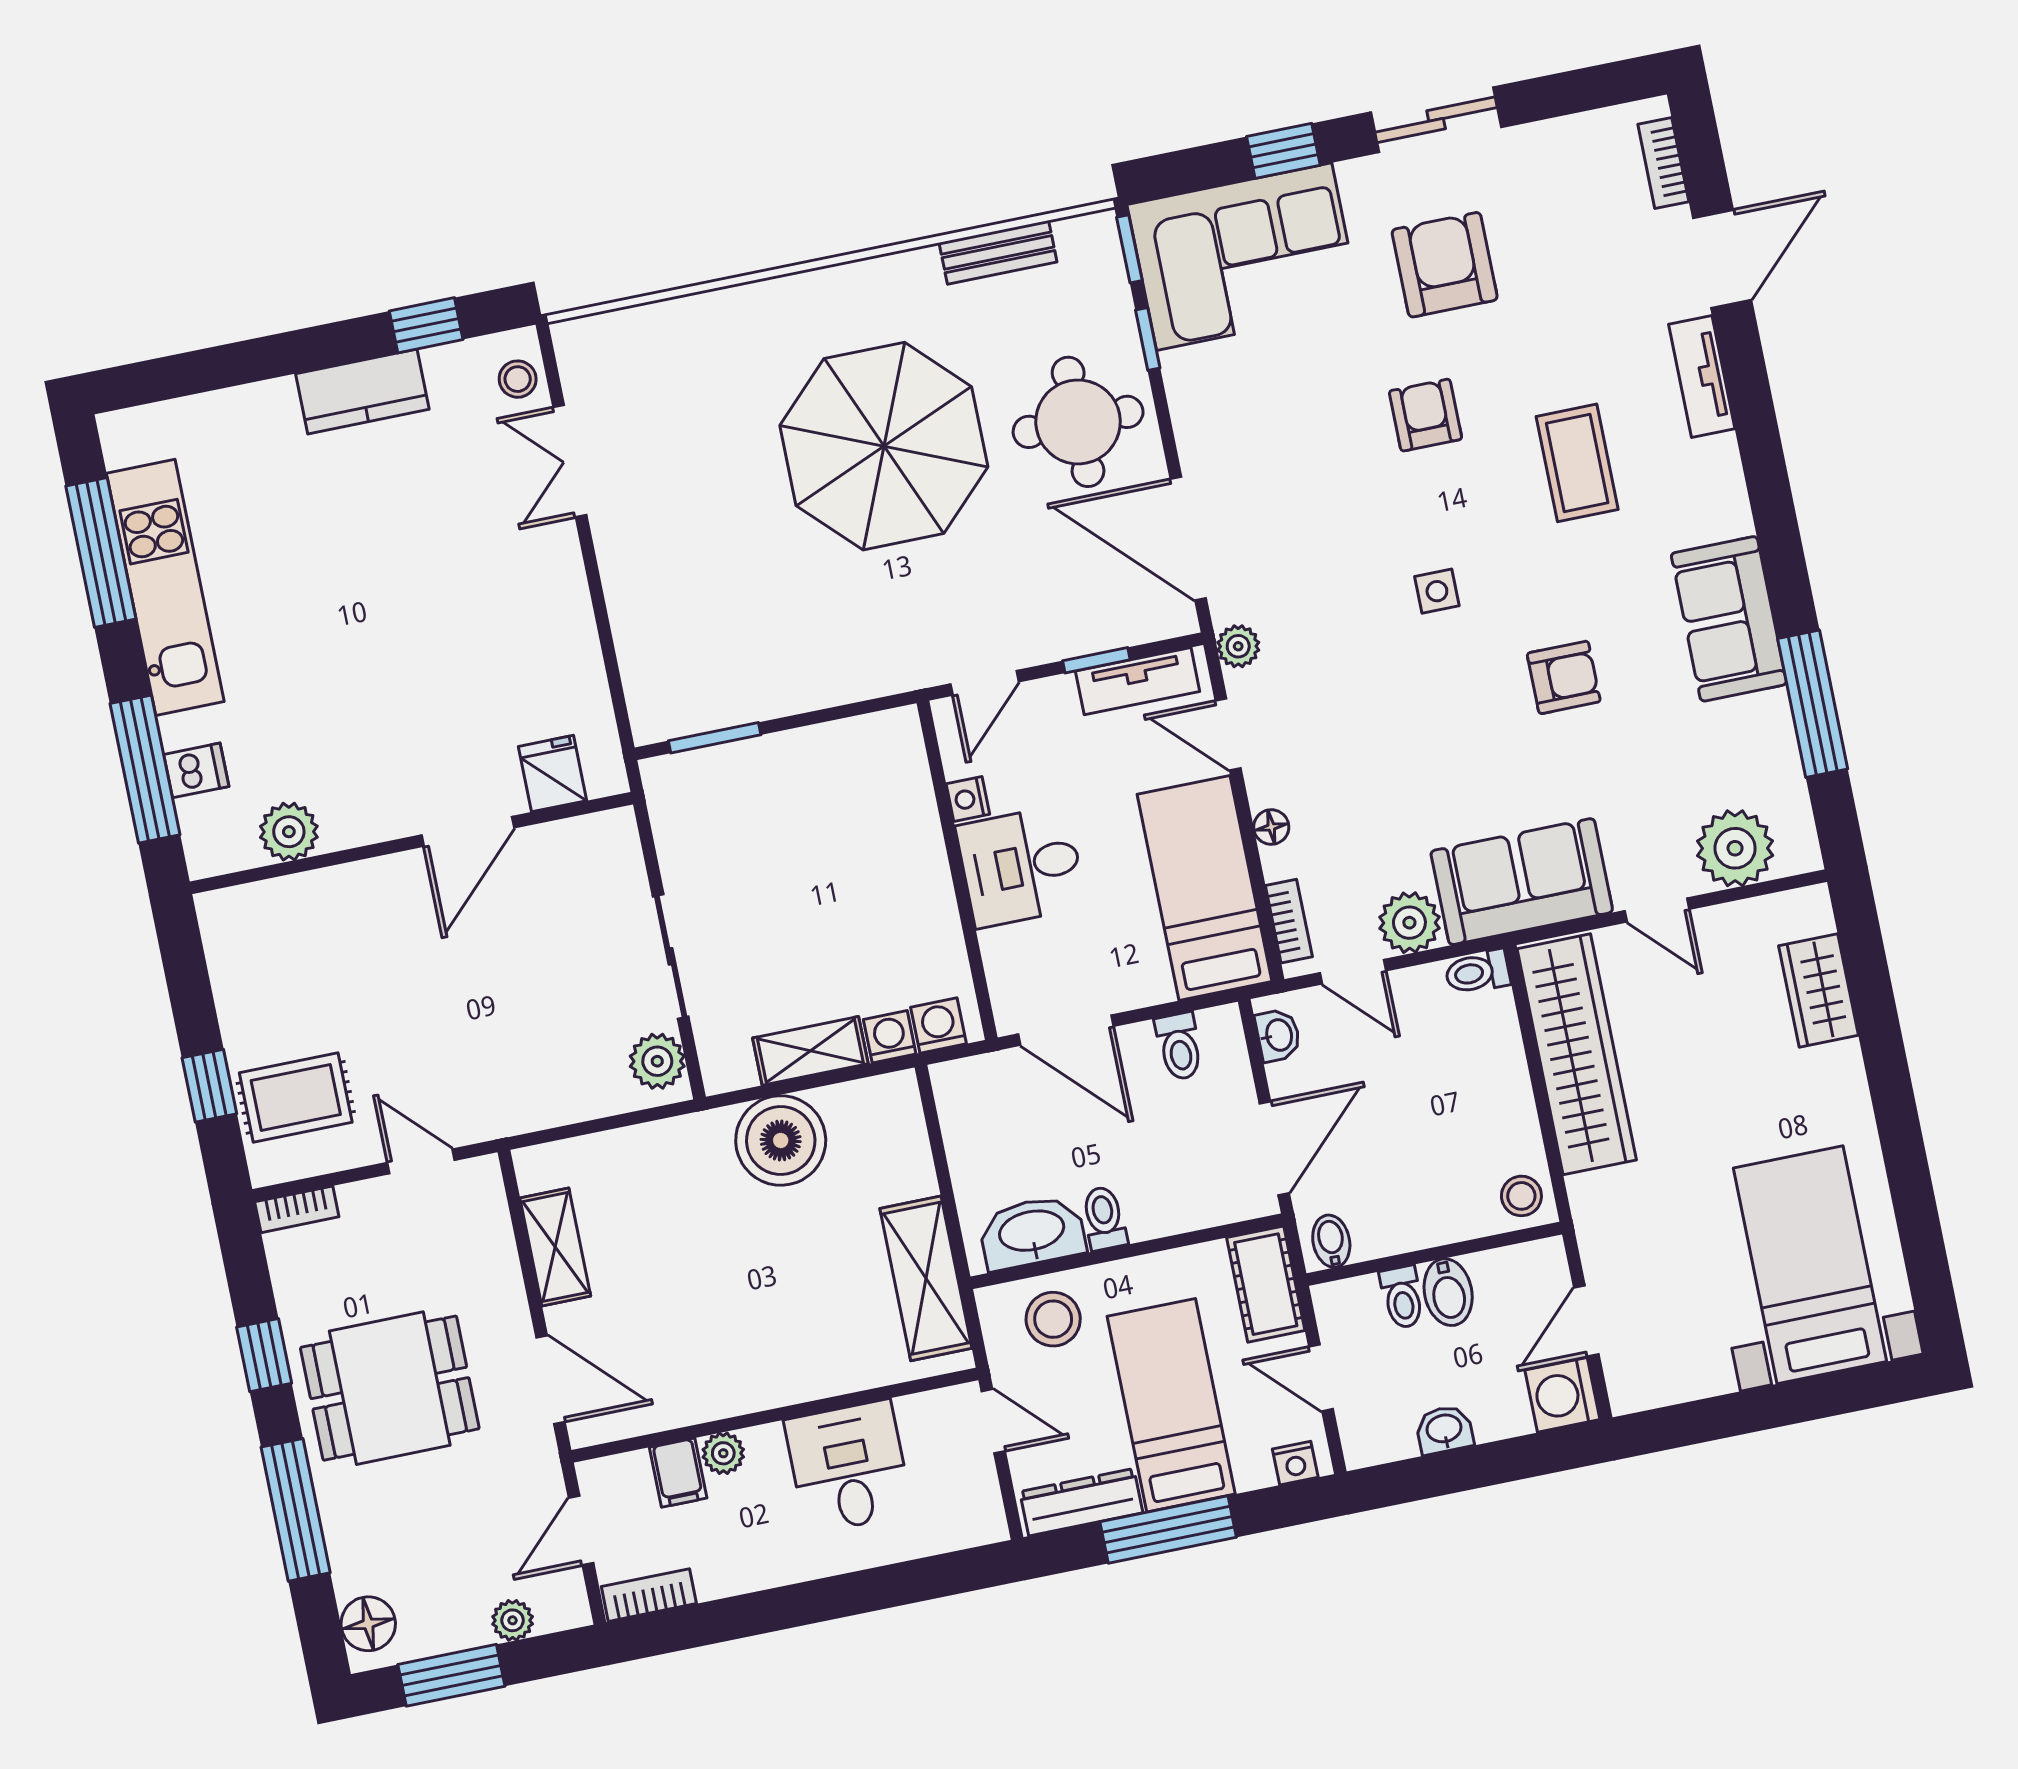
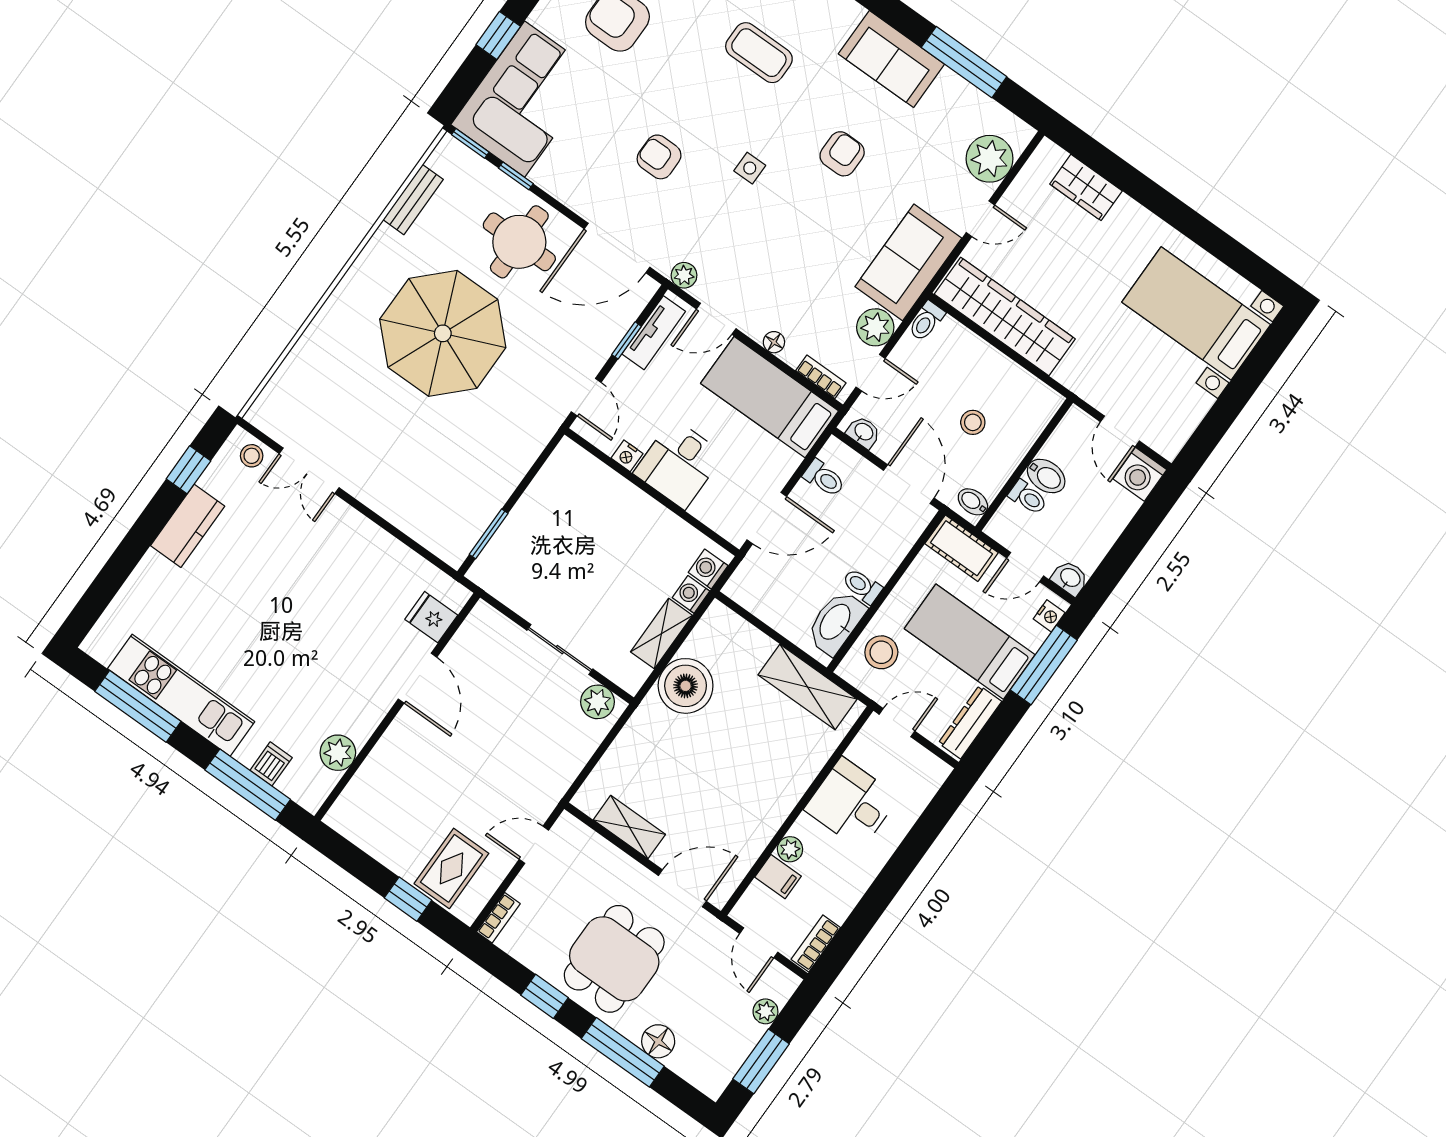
armchair: (1426, 415) -> (659, 157), moved
stool: (1521, 1196) -> (973, 422), moved
washbasin: (1444, 1430) -> (1070, 578), moved, turned 90
window: (1168, 1529) -> (1044, 665), moved
floor lamp: (368, 1624) -> (658, 1041), moved

